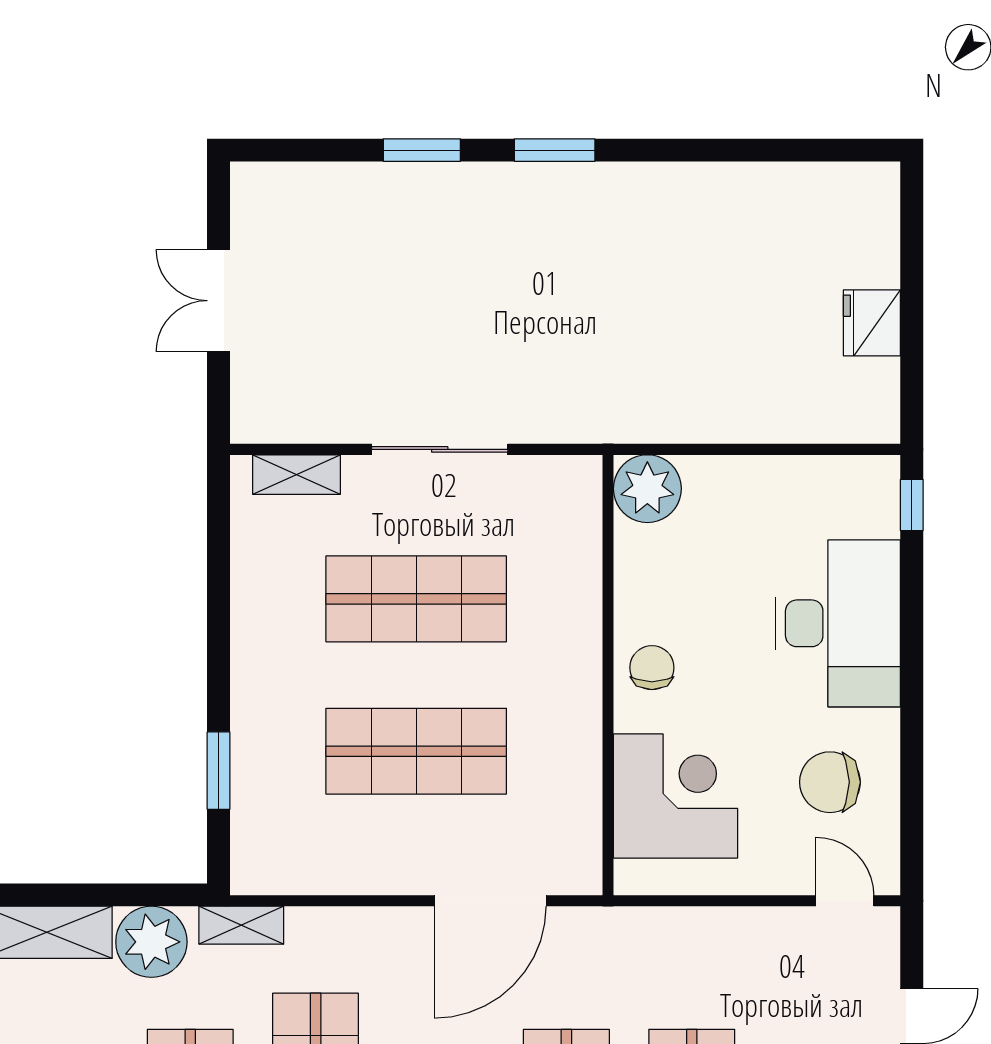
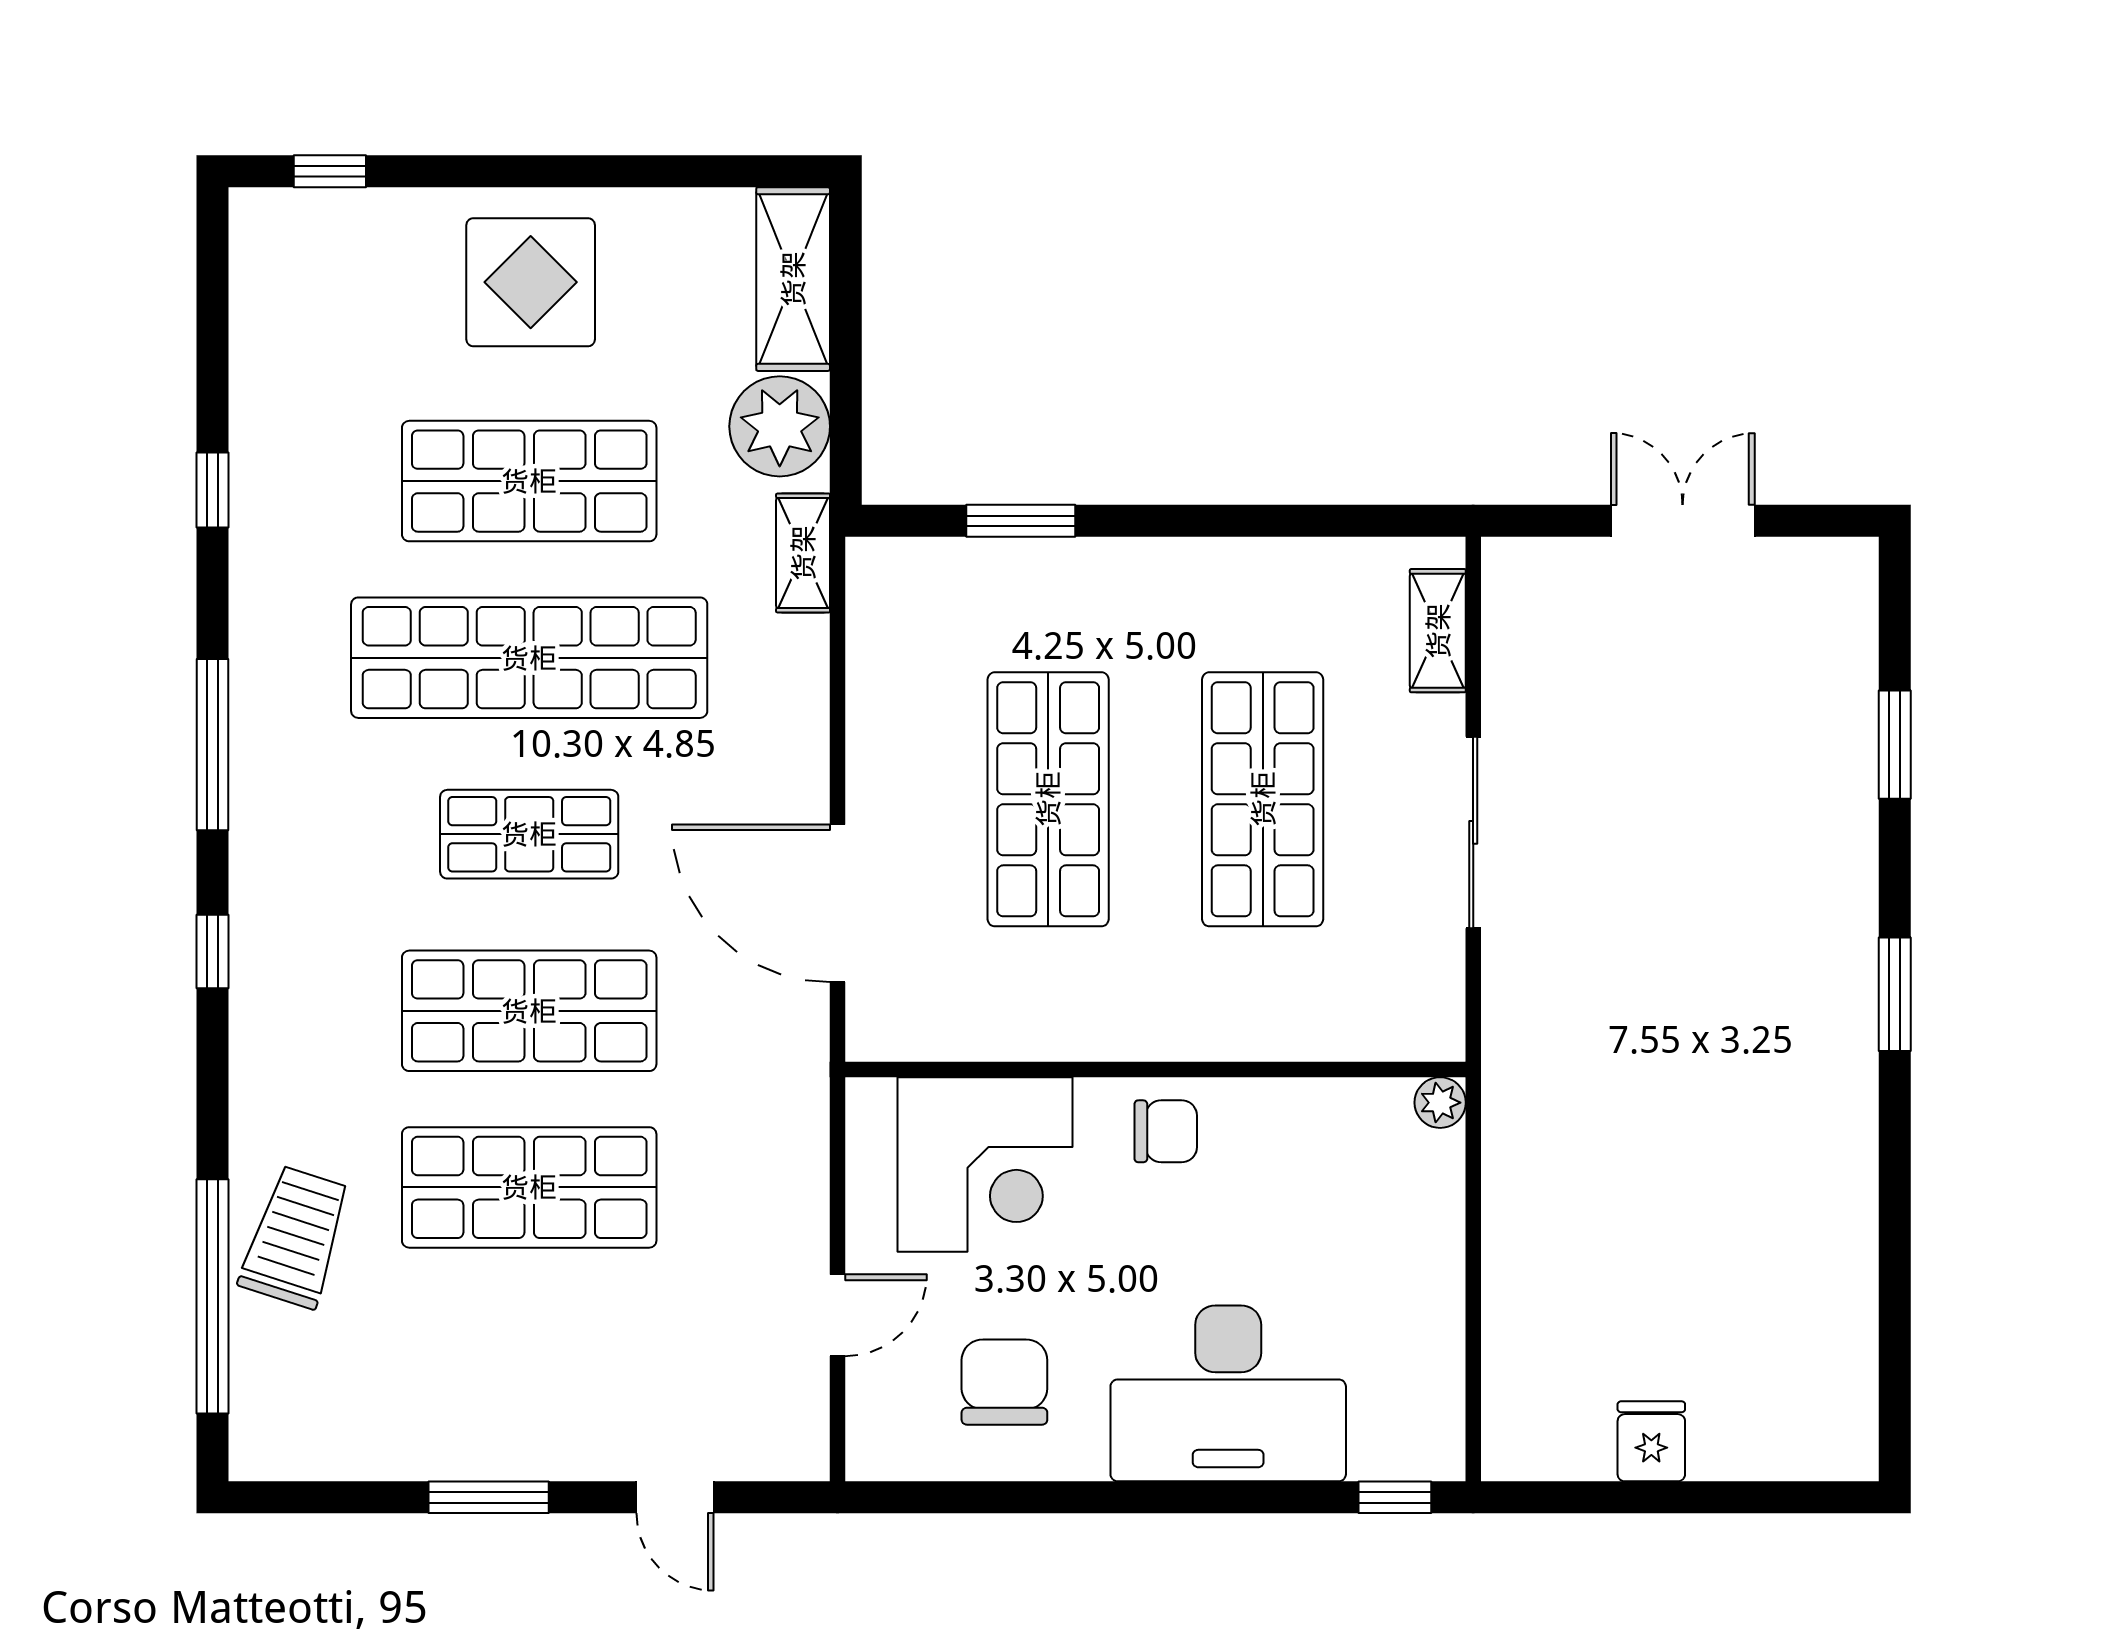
window: (422, 150) -> (1895, 745), moved
fridge: (872, 323) -> (1651, 1441), width x0.72
plant: (647, 489) -> (1440, 1103), width x0.53, depth x0.53
door: (845, 901) -> (838, 1315), moved

